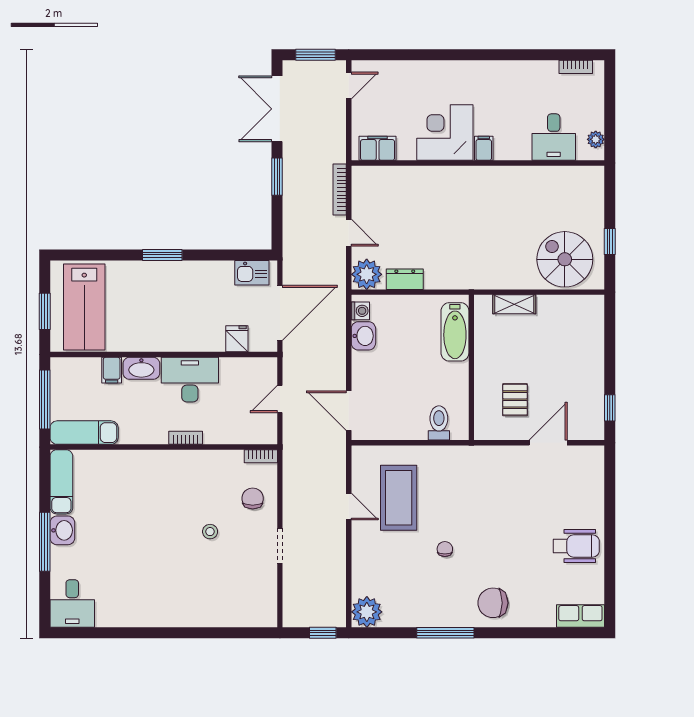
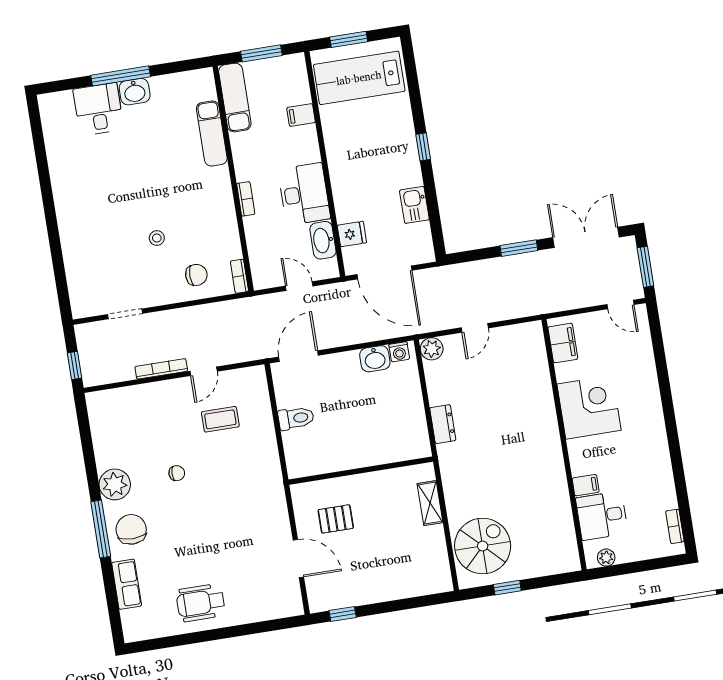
filing cabinet: (484, 148) -> (586, 485), moved
bookcase: (340, 190) -> (161, 369), moved
window: (162, 255) -> (423, 147), width x0.67
kitchen sink: (252, 273) -> (414, 205), moved
plant: (367, 274) -> (432, 349), width x0.73, depth x0.73
dresser: (405, 279) -> (443, 424), moved
bathtub: (455, 332) -> (393, 449), removed
washbasin: (141, 368) -> (323, 240), moved
window: (45, 400) -> (261, 53), width x0.69
toilet: (439, 423) -> (296, 418), moved
exam couch: (61, 482) -> (212, 133), moved, turned 90
coffee table: (399, 498) -> (220, 419), width x0.54, depth x0.58
doorway: (280, 546) -> (125, 314), moved
wheelchair: (576, 546) -> (201, 603), turned 90
desk: (72, 603) -> (98, 109), moved, turned 90
plant: (367, 612) -> (115, 484), moved
row of seats: (580, 616) -> (127, 584), moved
window: (445, 633) -> (101, 529), moved

